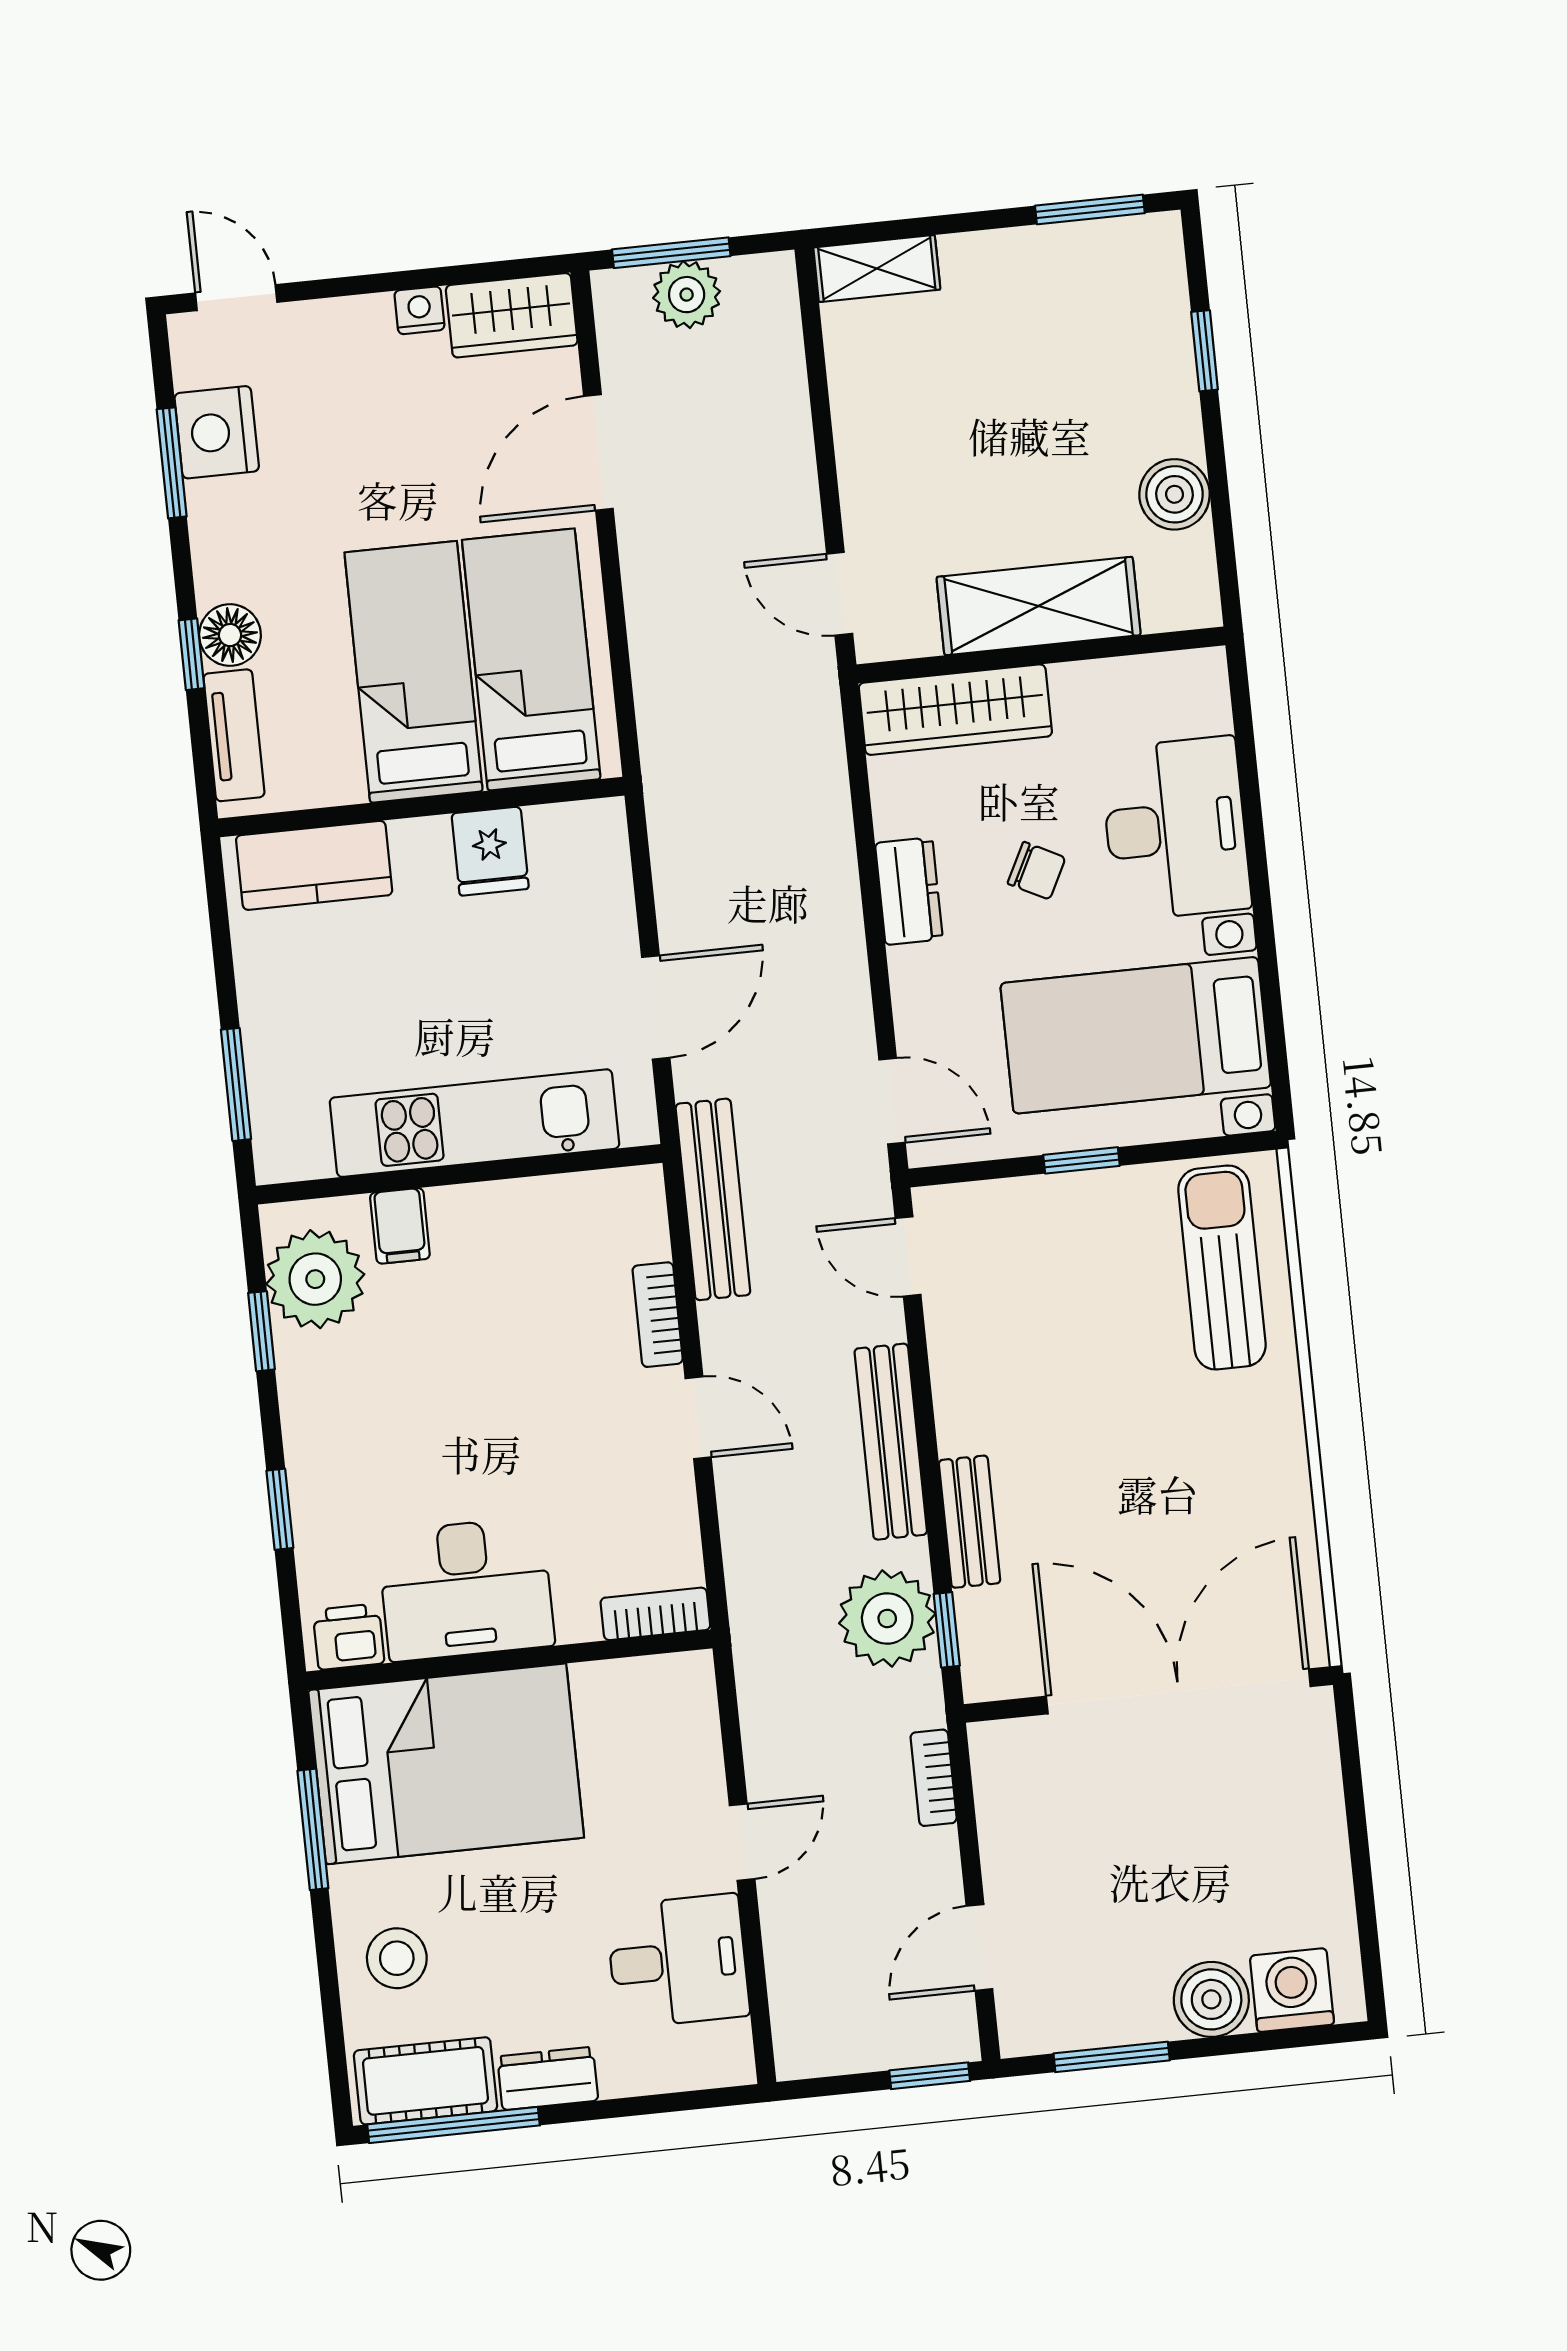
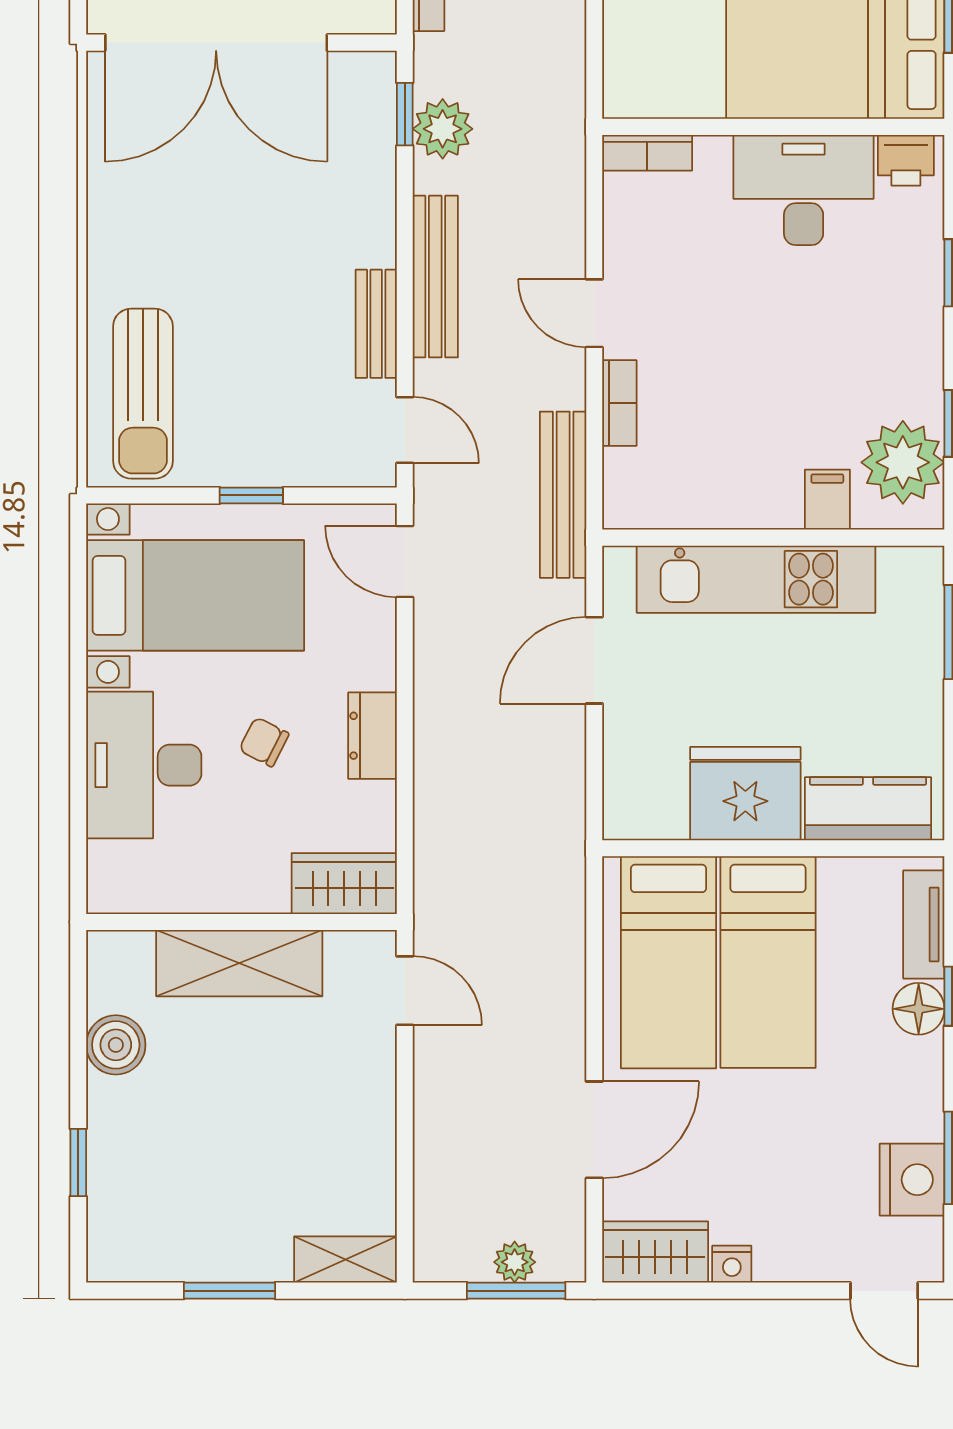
window: (1090, 209) -> (229, 1291), moved
plant: (687, 295) -> (515, 1262), width x0.73, depth x0.73
wardrobe: (955, 710) -> (344, 884), width x0.67
fridge: (490, 851) -> (745, 794), width x1.88, depth x1.34
bench: (970, 1522) -> (376, 324), moved
plant: (887, 1619) -> (443, 129), width x0.73, depth x0.73

